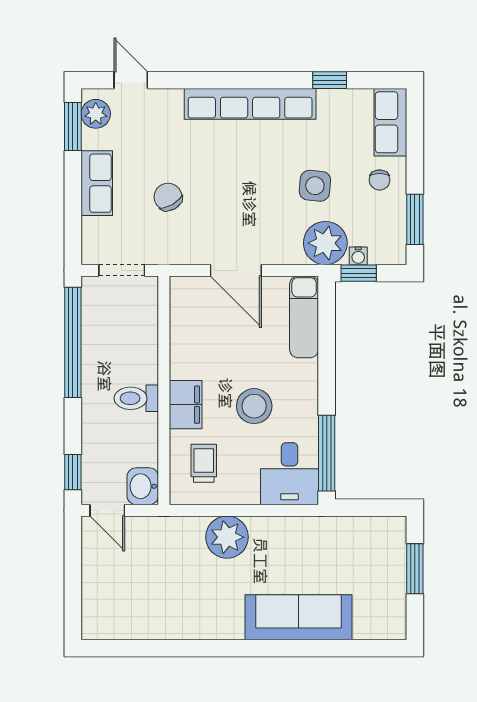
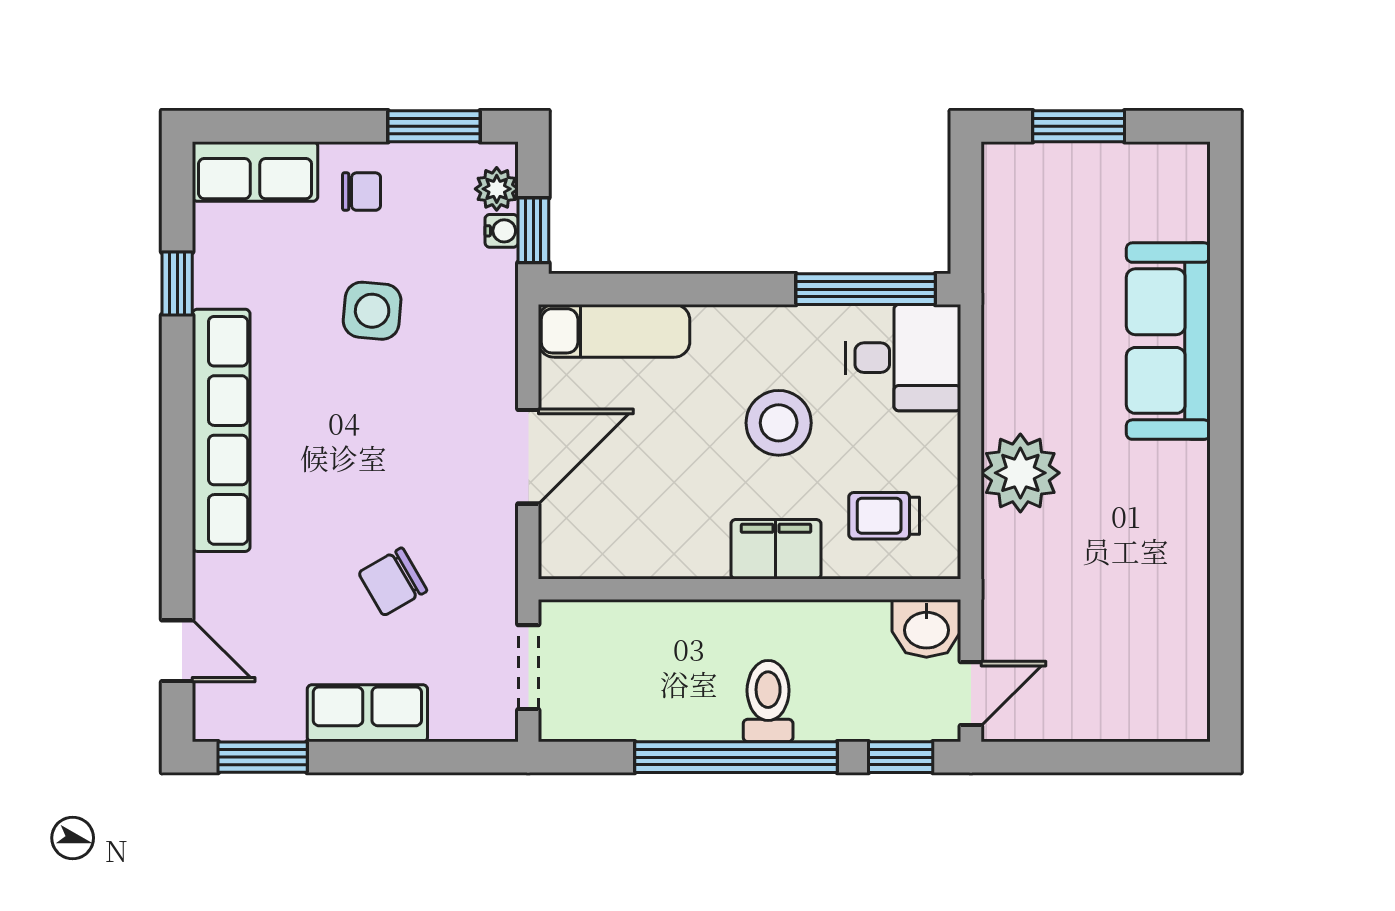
door: (131, 80) -> (177, 651), swing flipped
plant: (96, 114) -> (239, 715), removed
plant: (325, 243) -> (497, 189), moved, width x0.53, depth x0.53
window: (73, 342) -> (736, 757), moved
toilet: (136, 398) -> (768, 701), moved, turned 180

